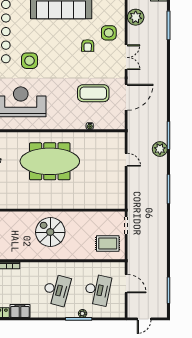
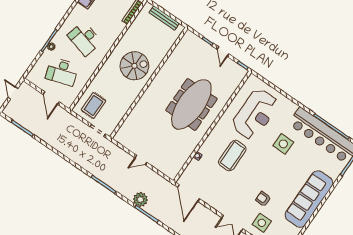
coffee table: (93, 93) -> (232, 156), moved
door: (126, 97) -> (189, 193), moved
door: (126, 160) -> (141, 160), moved
door: (126, 284) -> (51, 98), hinge flipped
desk: (97, 290) -> (62, 72), turned -30

